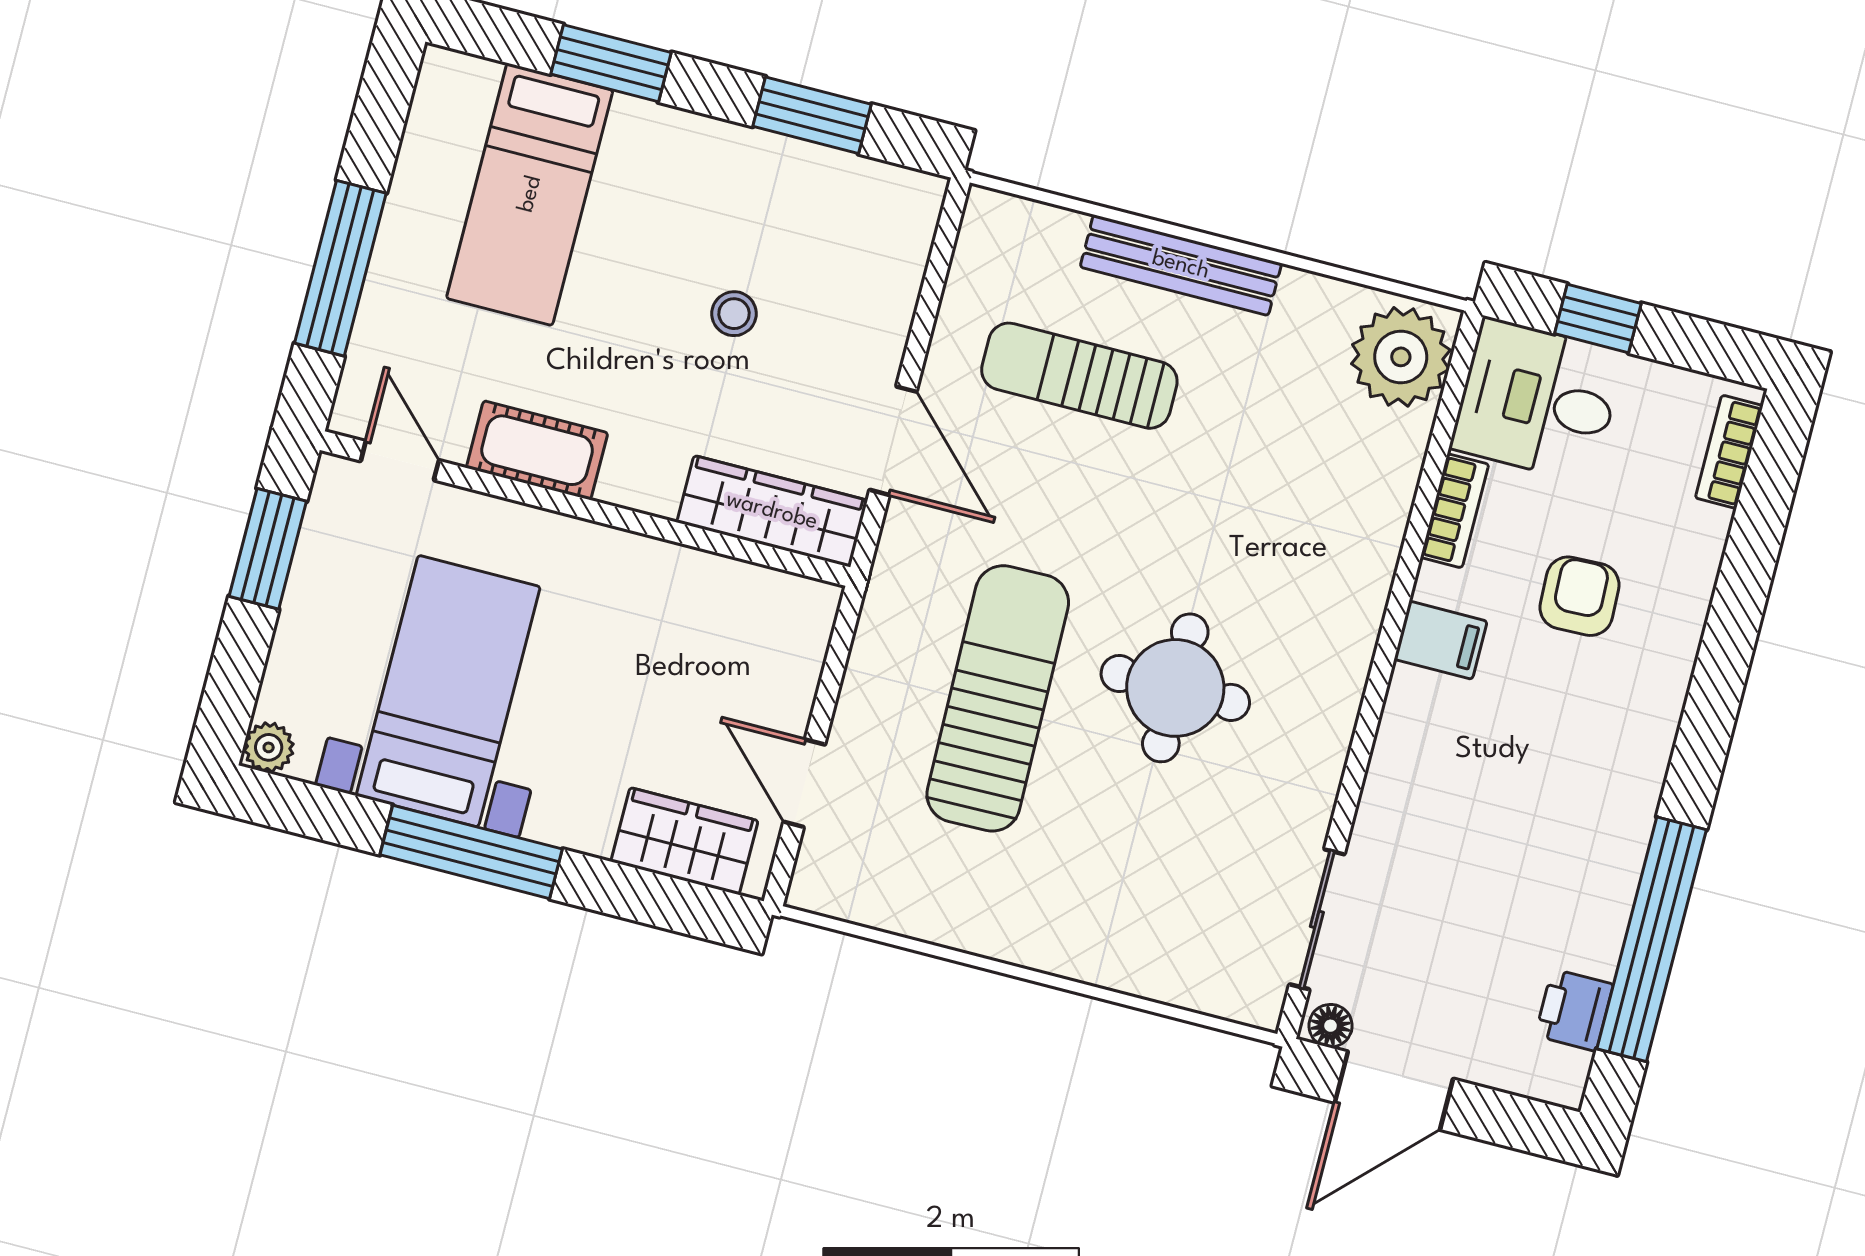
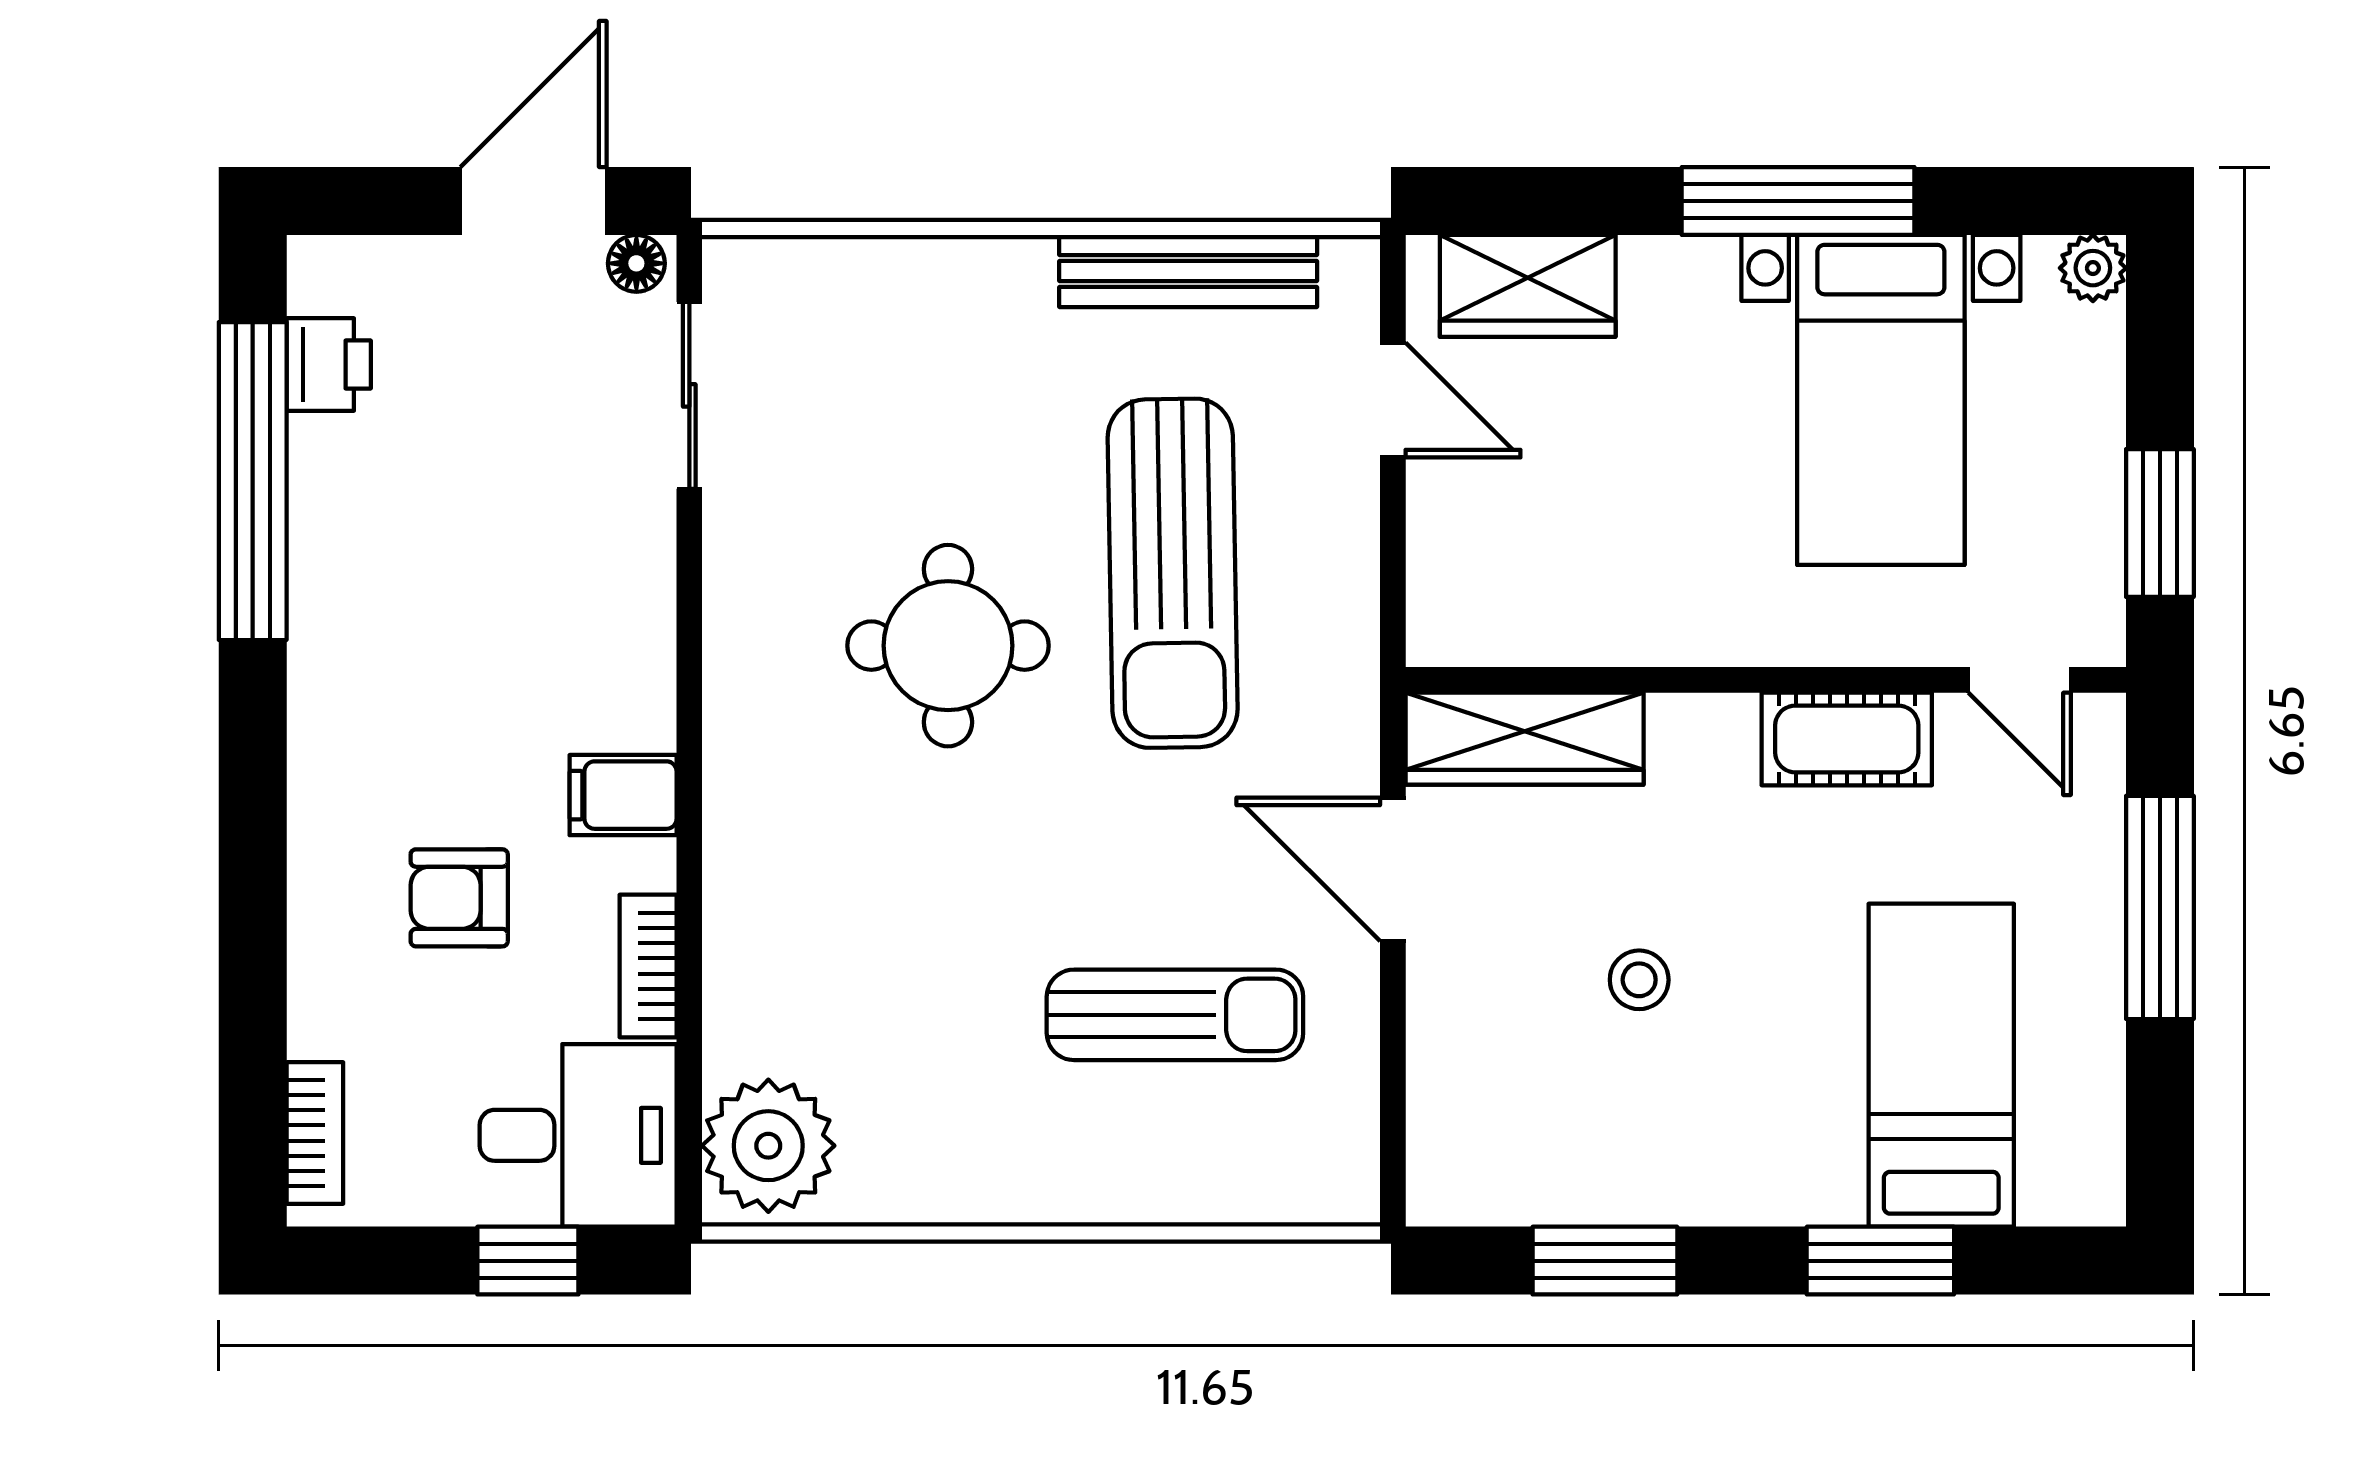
bench: (1181, 265) -> (1188, 271), moved
armchair: (1580, 596) -> (459, 898), turned 92

